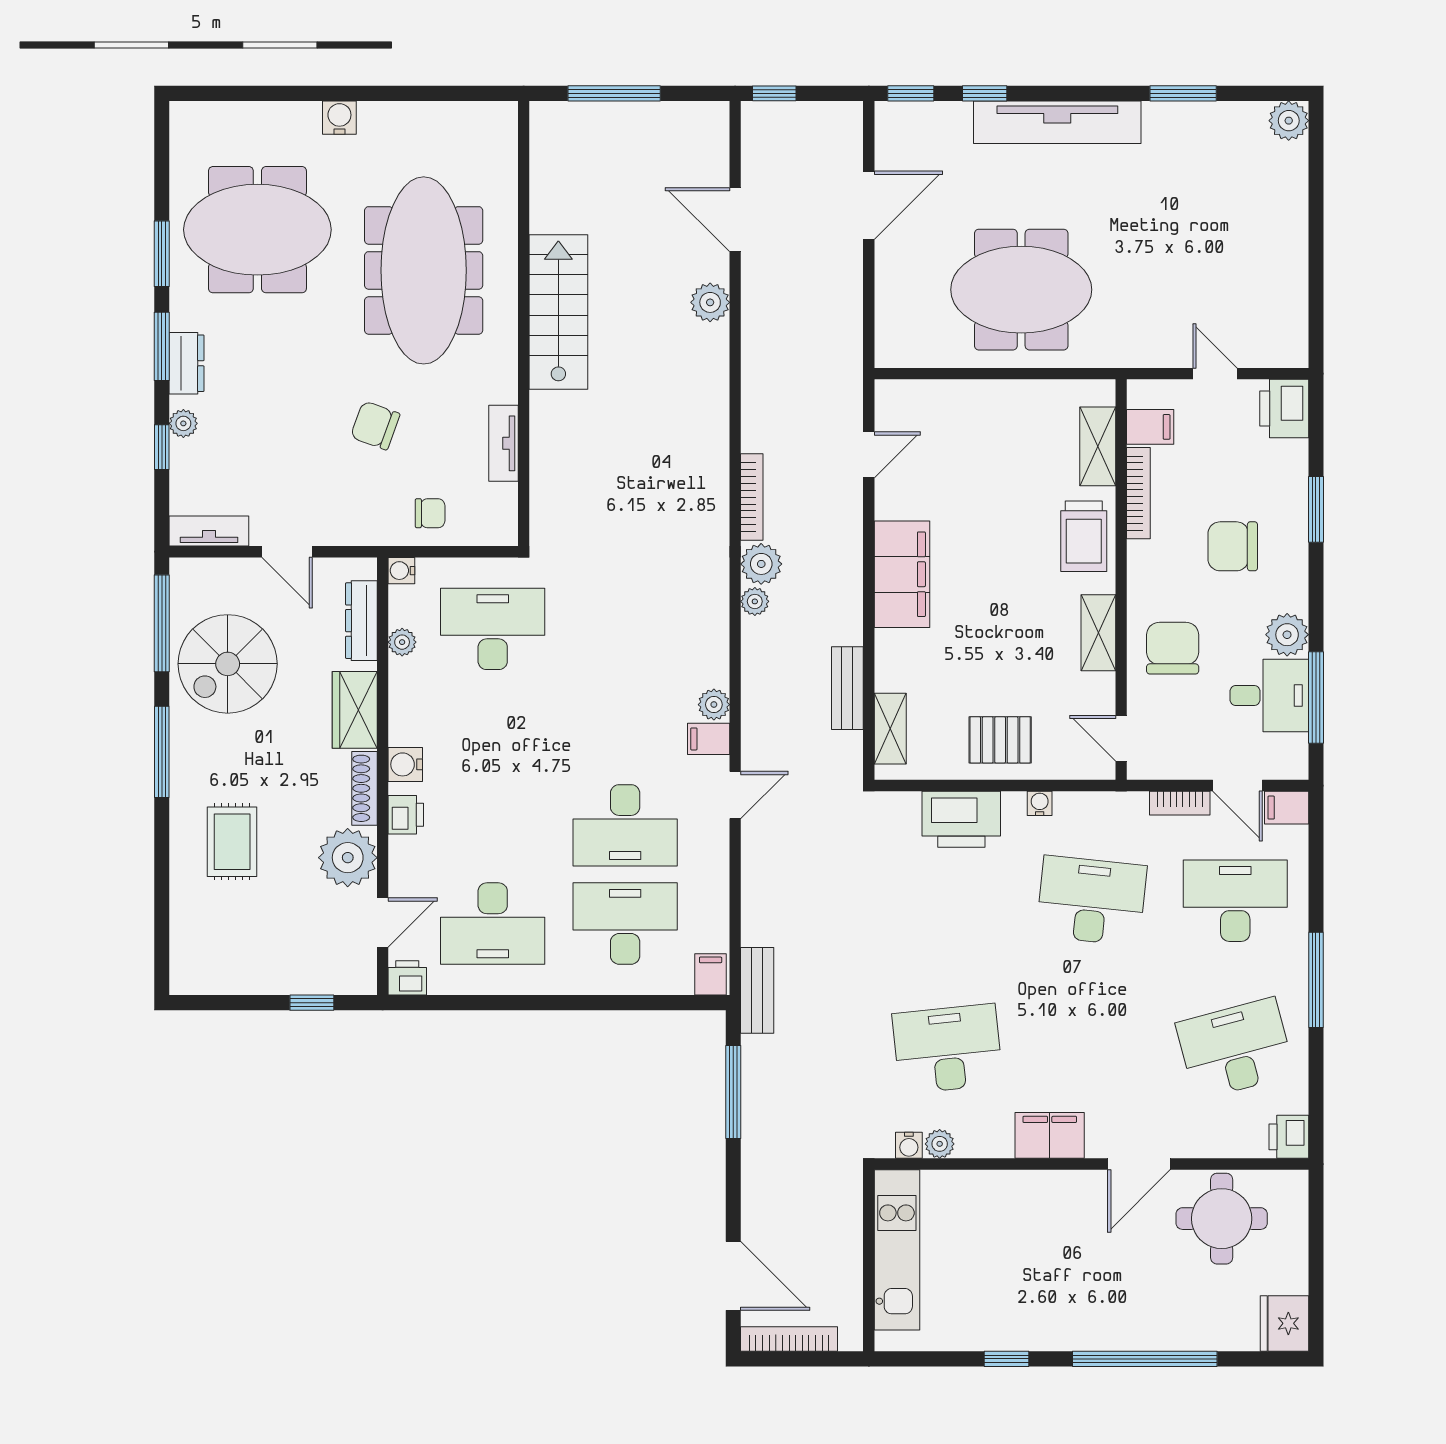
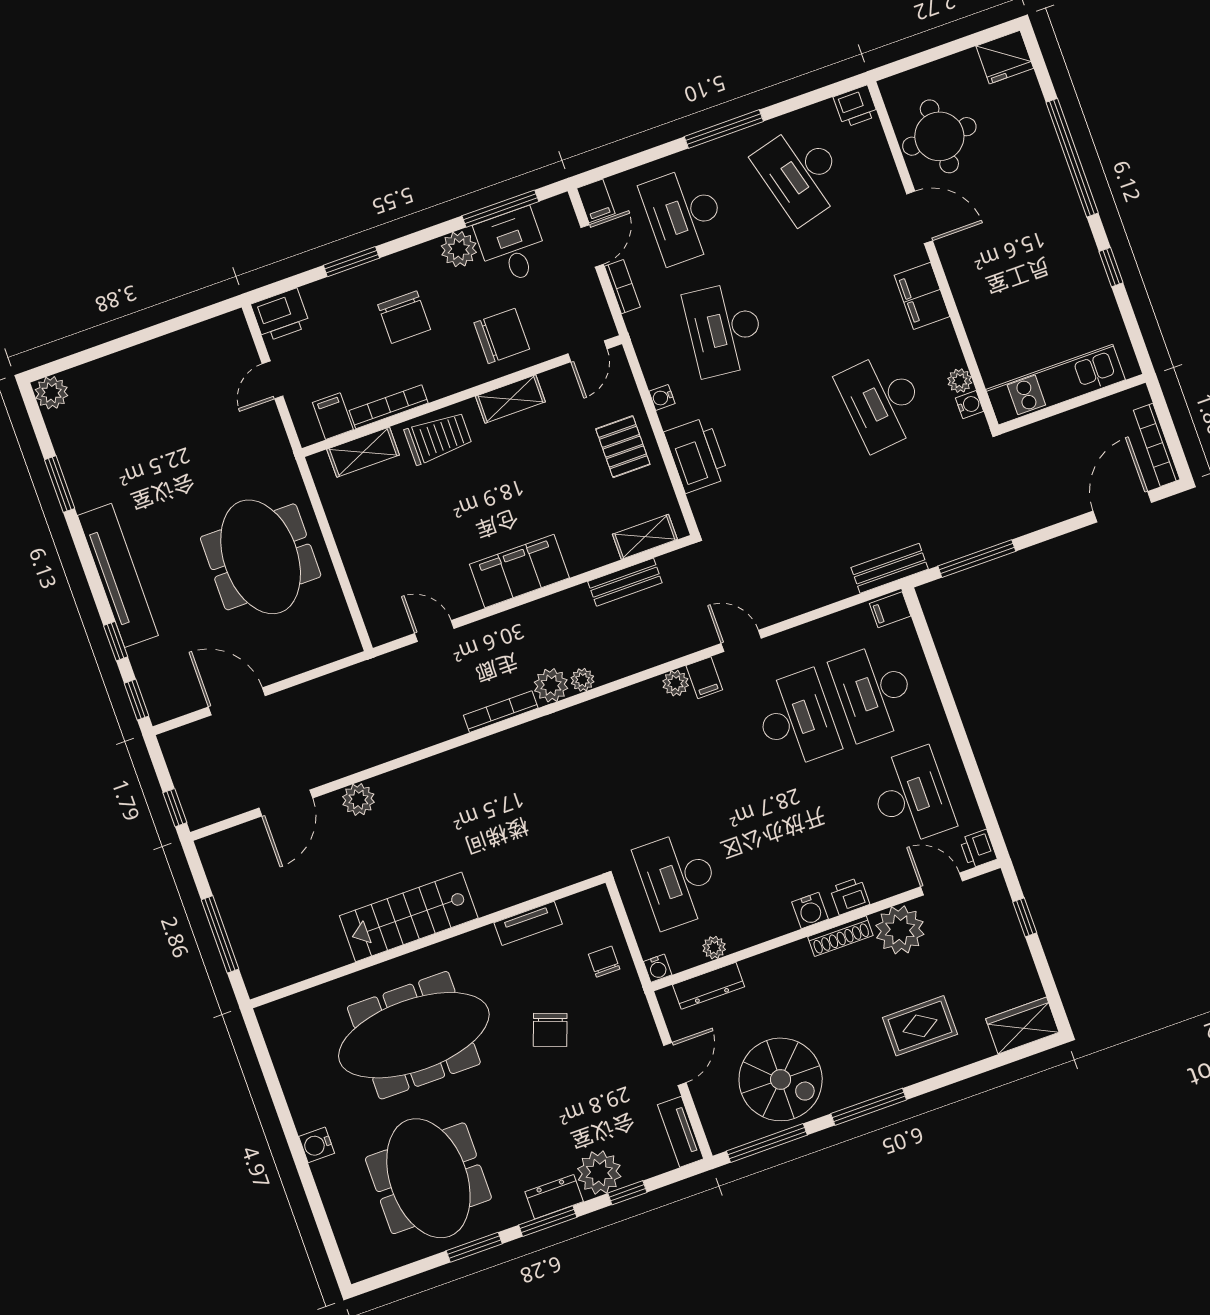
plant: (183, 423) -> (599, 1173), width x1.88, depth x1.88
chair: (1173, 648) -> (502, 336), turned 180
wardrobe: (355, 710) -> (1022, 1026), moved, turned 180

